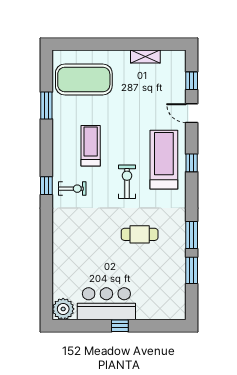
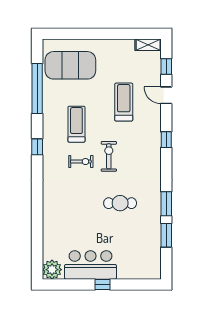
shelving: (145, 56) -> (148, 45), moved
window: (46, 106) -> (37, 88), width x2.11
treadmill: (164, 160) -> (124, 102), moved, width x0.73, depth x0.73
window: (46, 186) -> (37, 147), moved
exercise bike: (72, 189) -> (81, 162), moved

